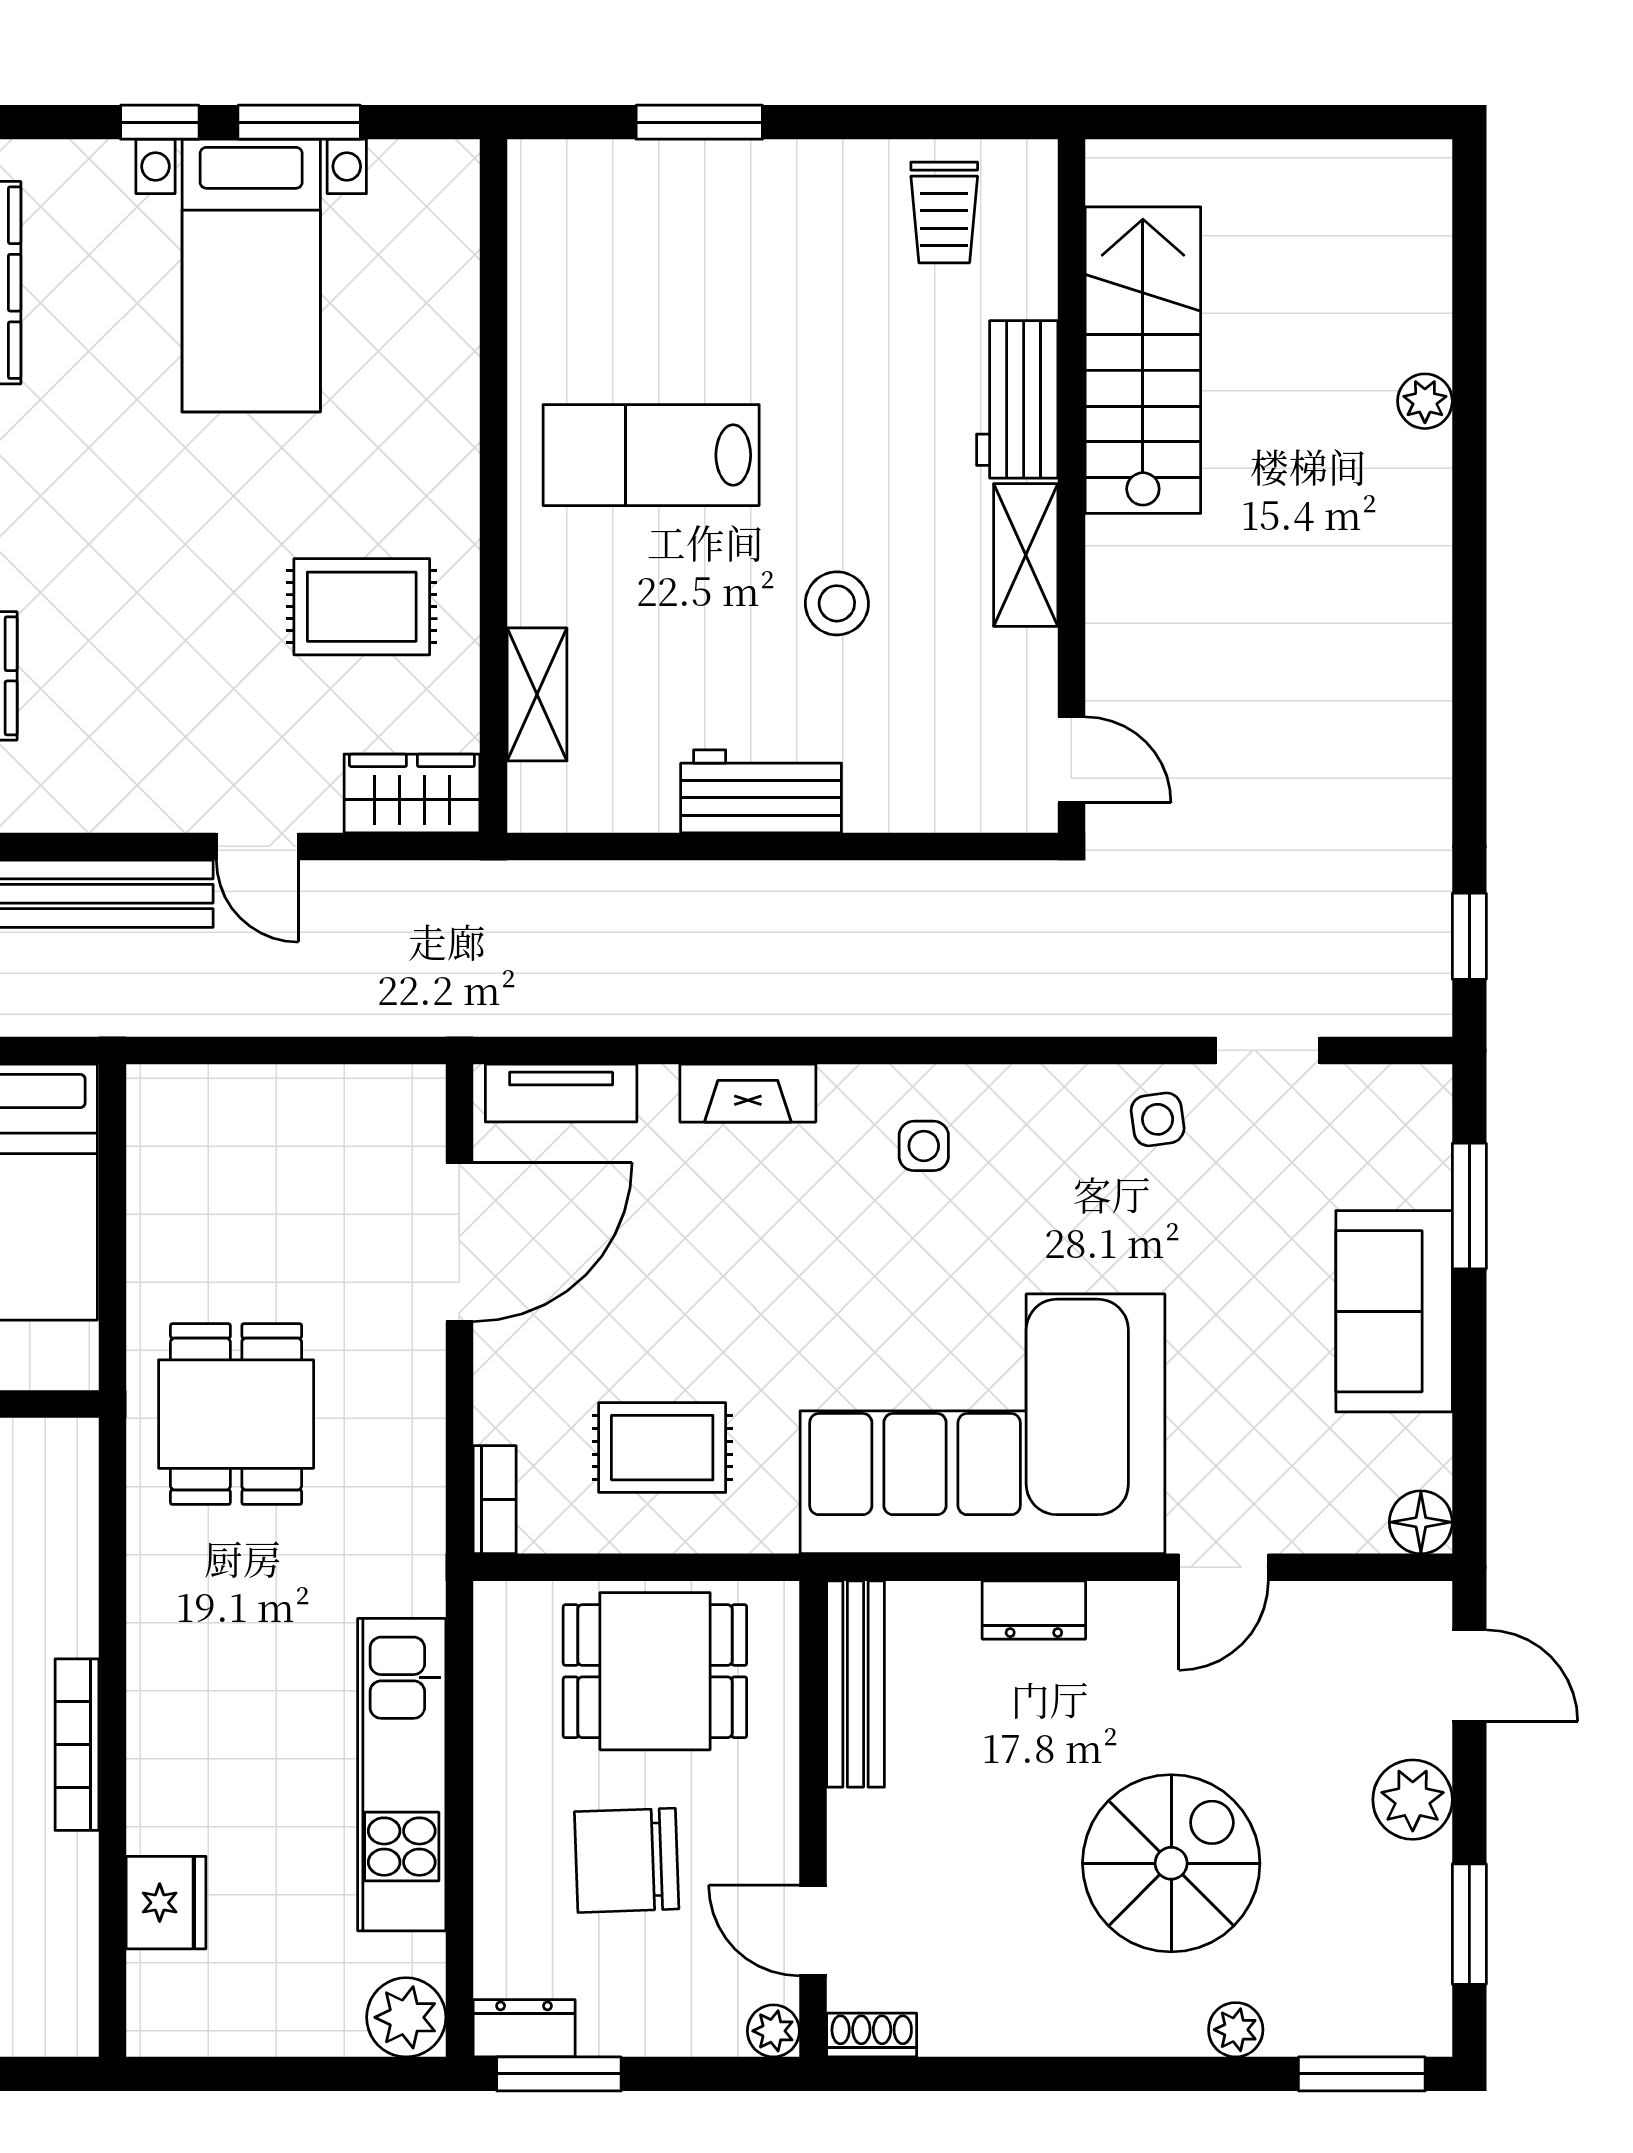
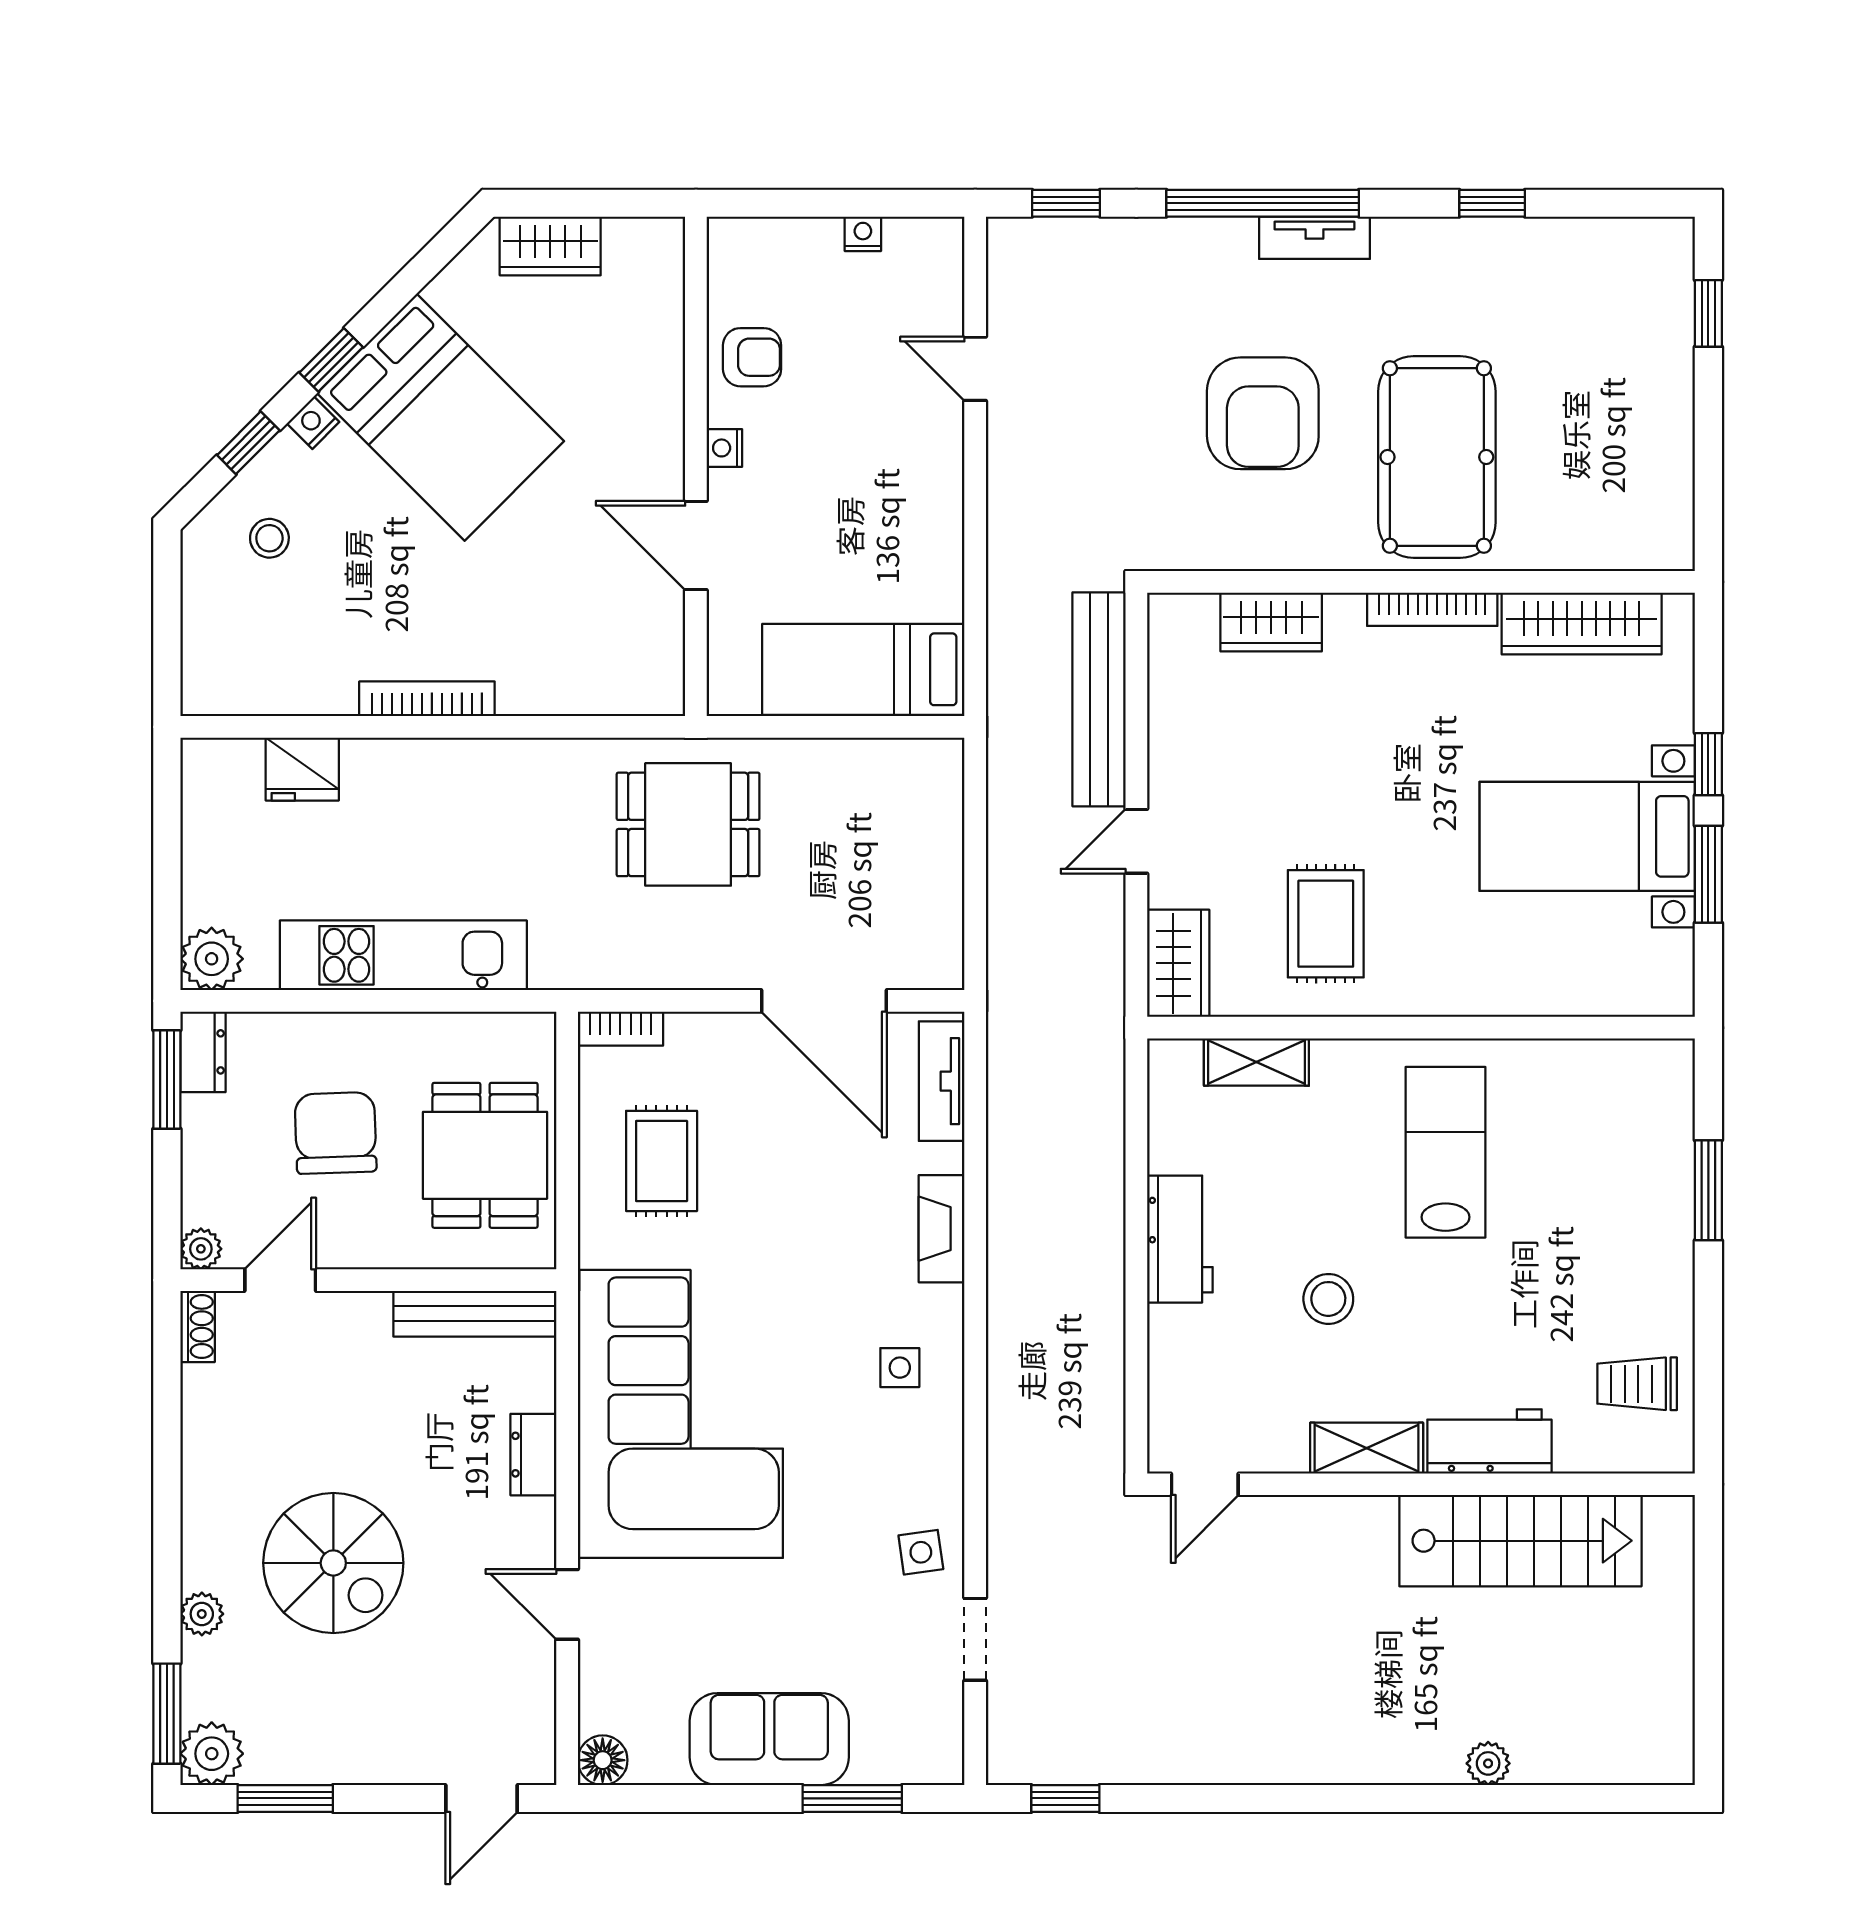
plant: (1413, 1800) -> (212, 1754), moved

